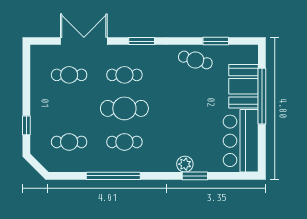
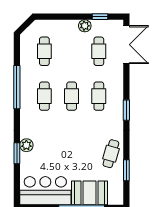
double door: (84, 41) -> (126, 45), moved
plant: (38, 92) -> (85, 26), added
cafe table: (124, 108) -> (72, 96), width x0.73, depth x0.74
window: (26, 125) -> (100, 17), moved

